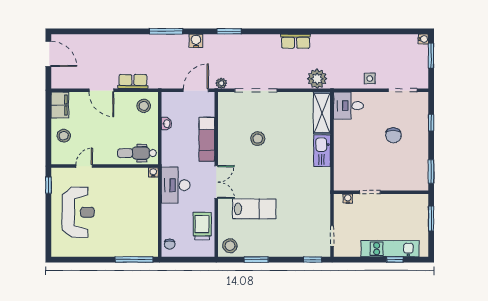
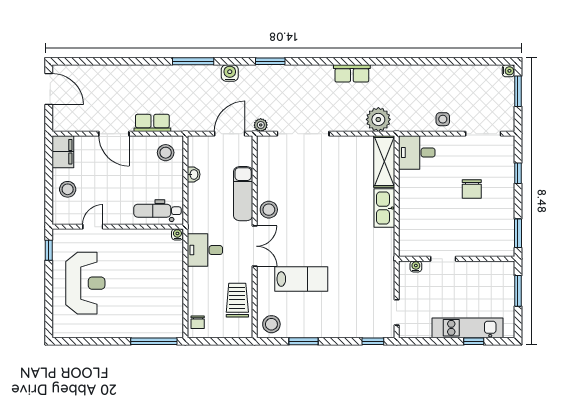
stool: (258, 139) -> (269, 210), moved
desk: (176, 185) -> (205, 250), width x0.73

